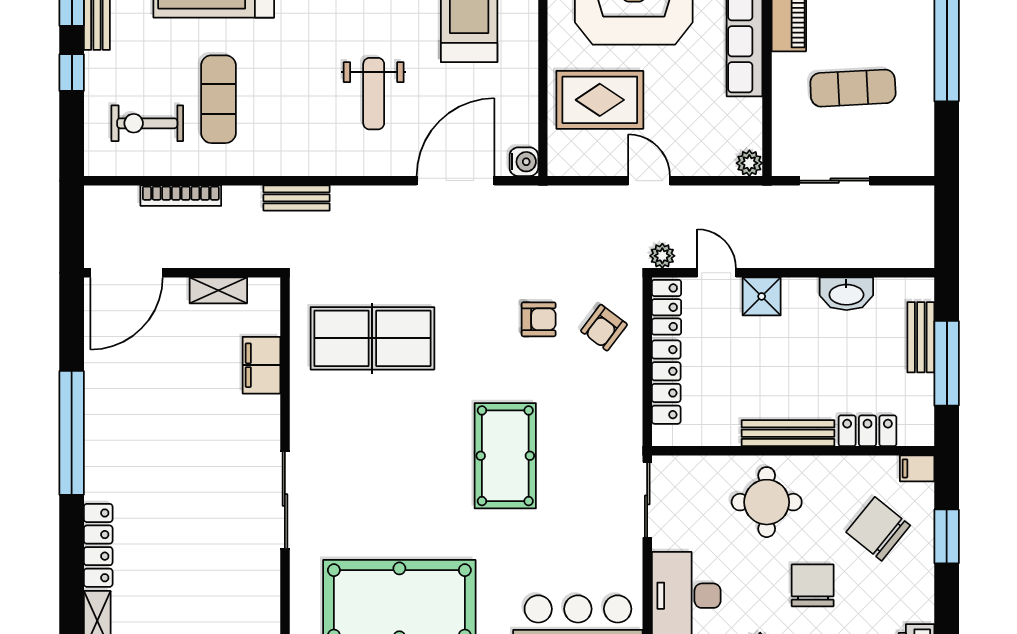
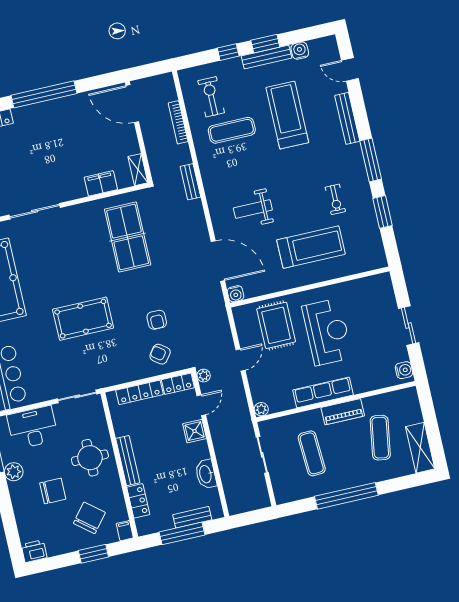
shelving: (218, 290) -> (138, 170), moved

